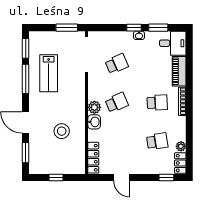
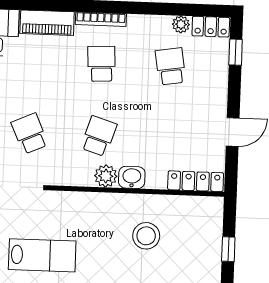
school desk: (117, 103) -> (99, 136), turned 42

